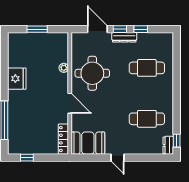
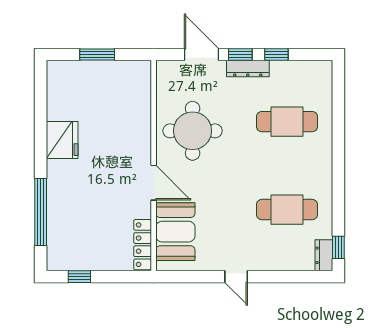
plant: (64, 68) -> (143, 121), removed
booth: (88, 143) -> (175, 232), moved, turned 90

